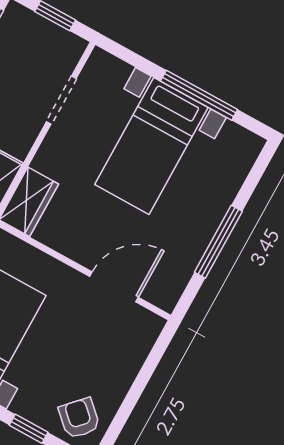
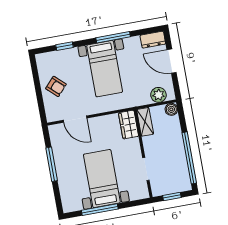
door: (114, 287) -> (75, 119), hinge flipped
armchair: (79, 418) -> (56, 86), moved

